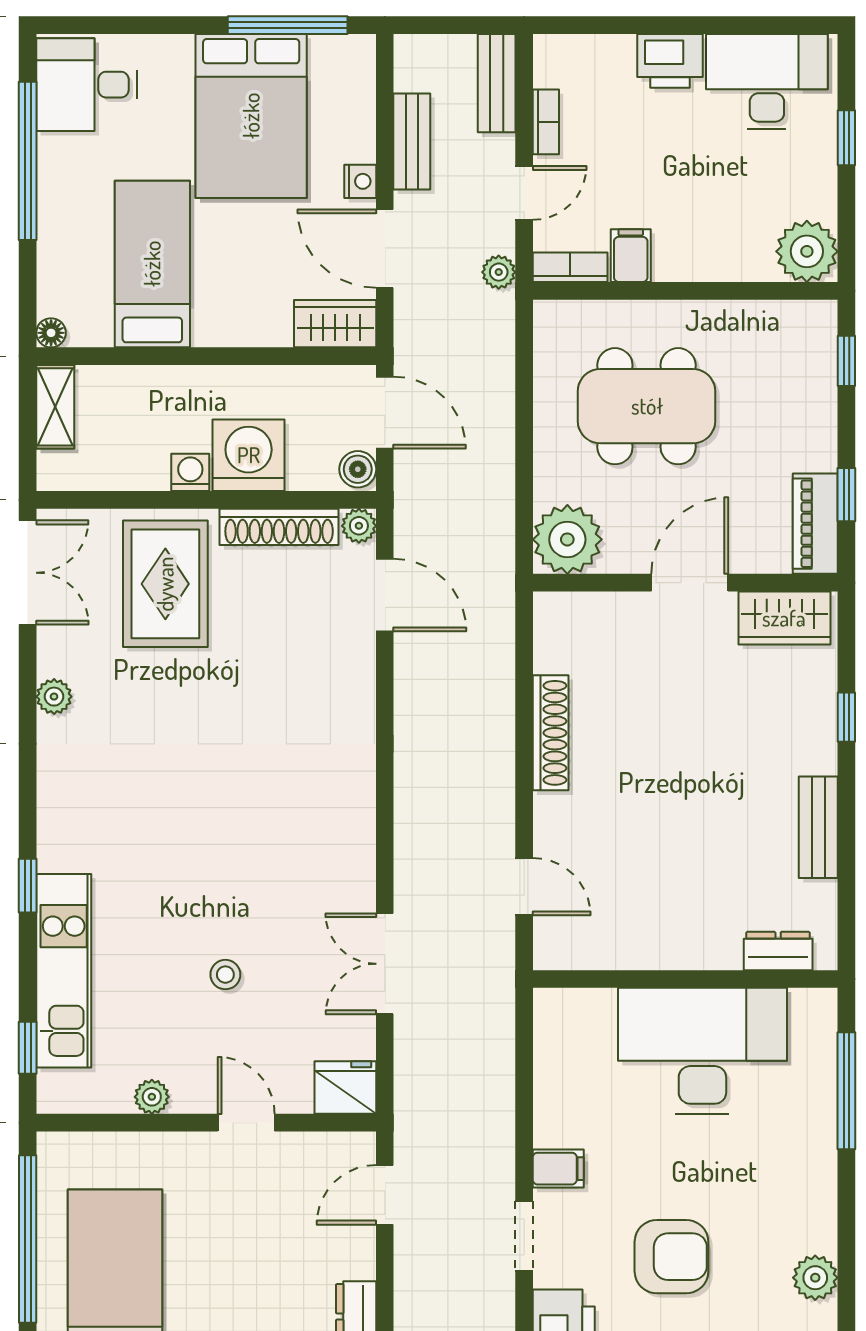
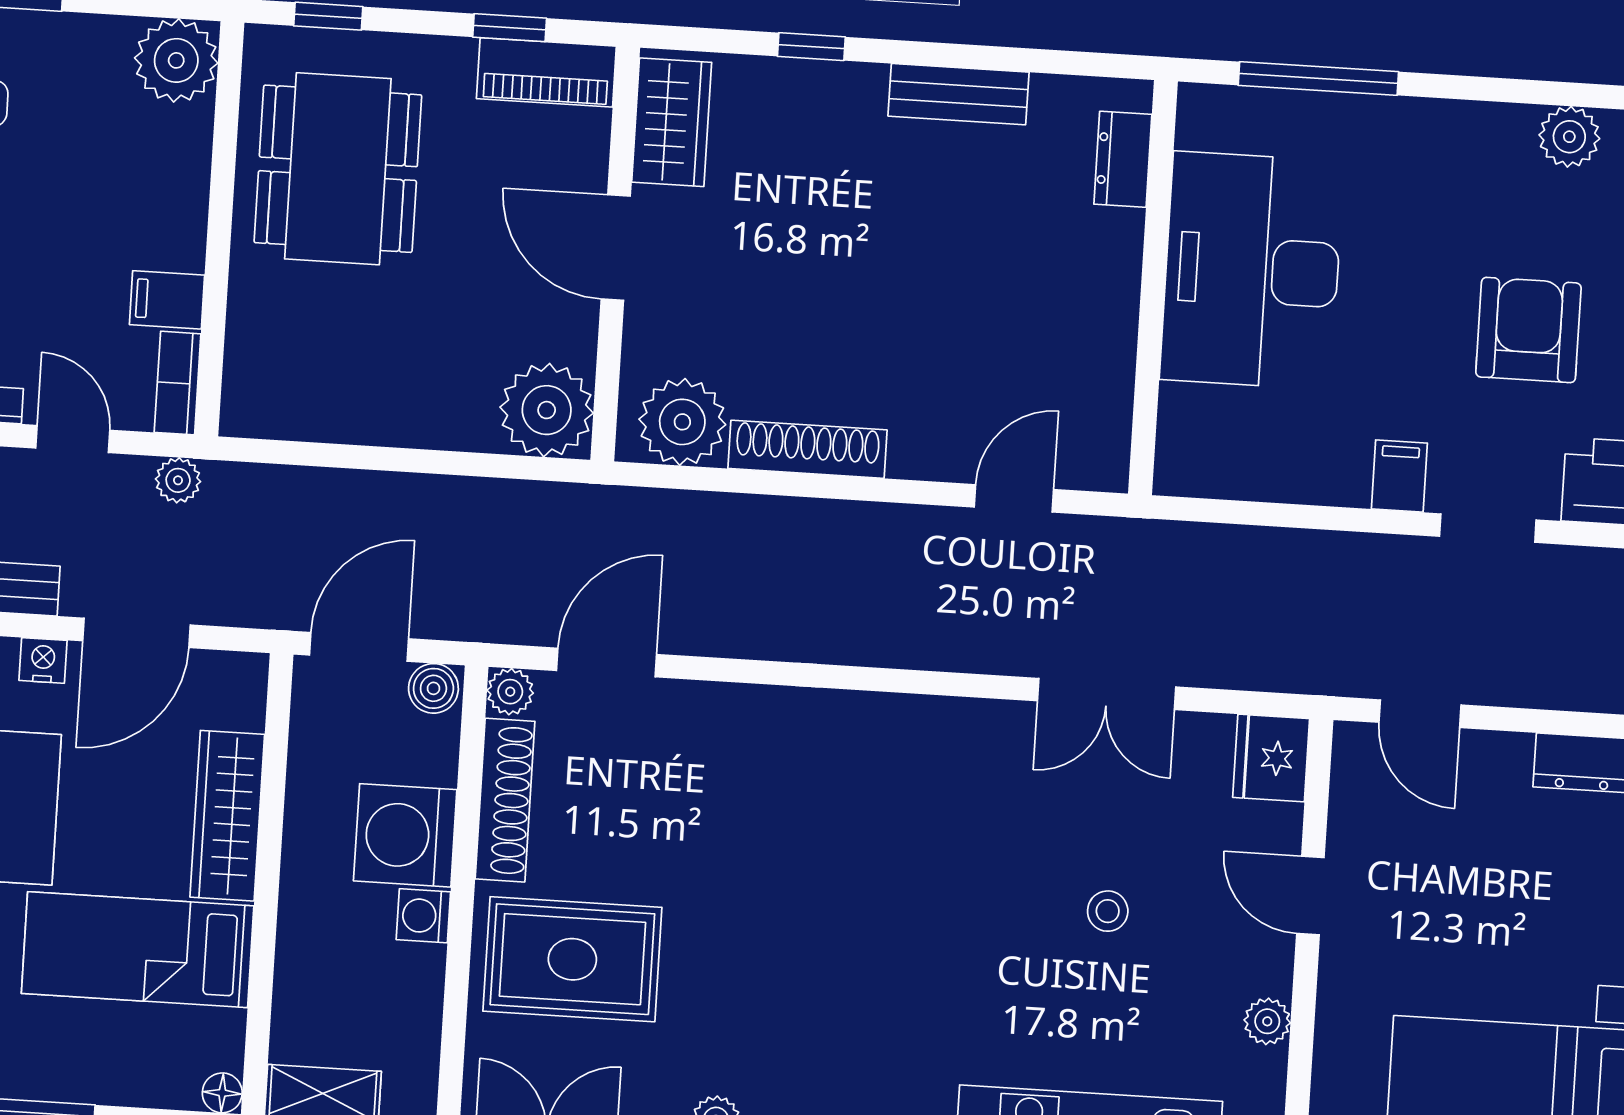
wardrobe: (335, 324) -> (227, 816), moved, width x1.50
dining table: (647, 406) -> (338, 169), moved
plant: (565, 640) -> (682, 422), added
door: (246, 1123) -> (1310, 895), hinge flipped

